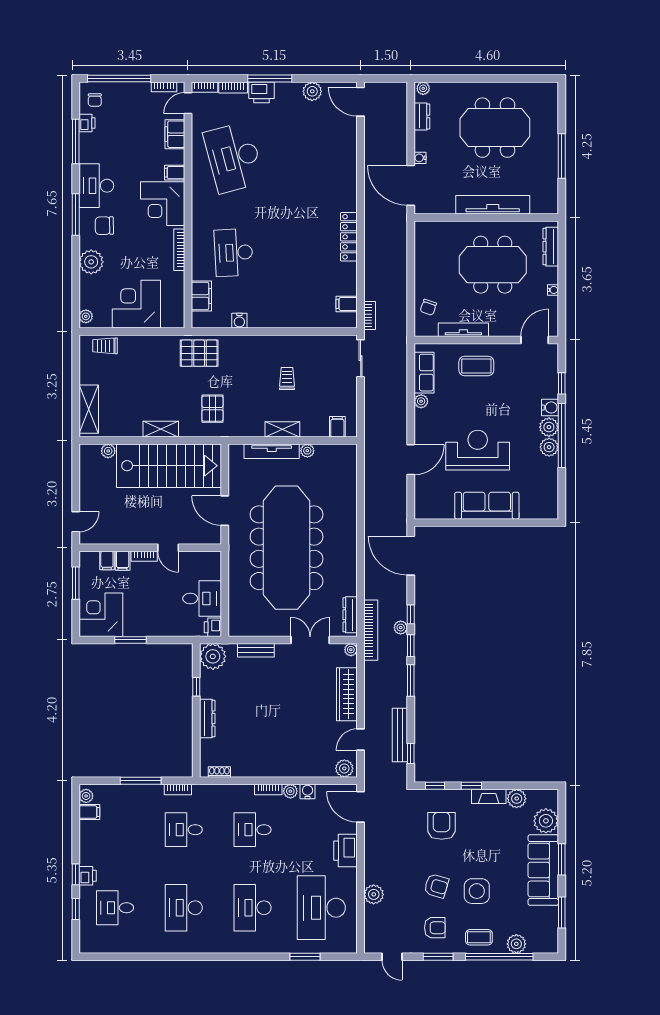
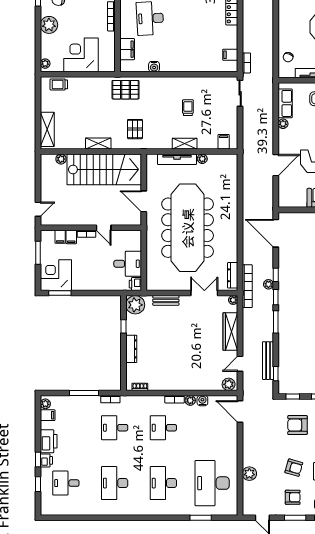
window: (130, 640) -> (60, 293), moved
armchair: (442, 826) -> (297, 425), turned -90
printer: (345, 851) -> (49, 441), moved, turned 180

